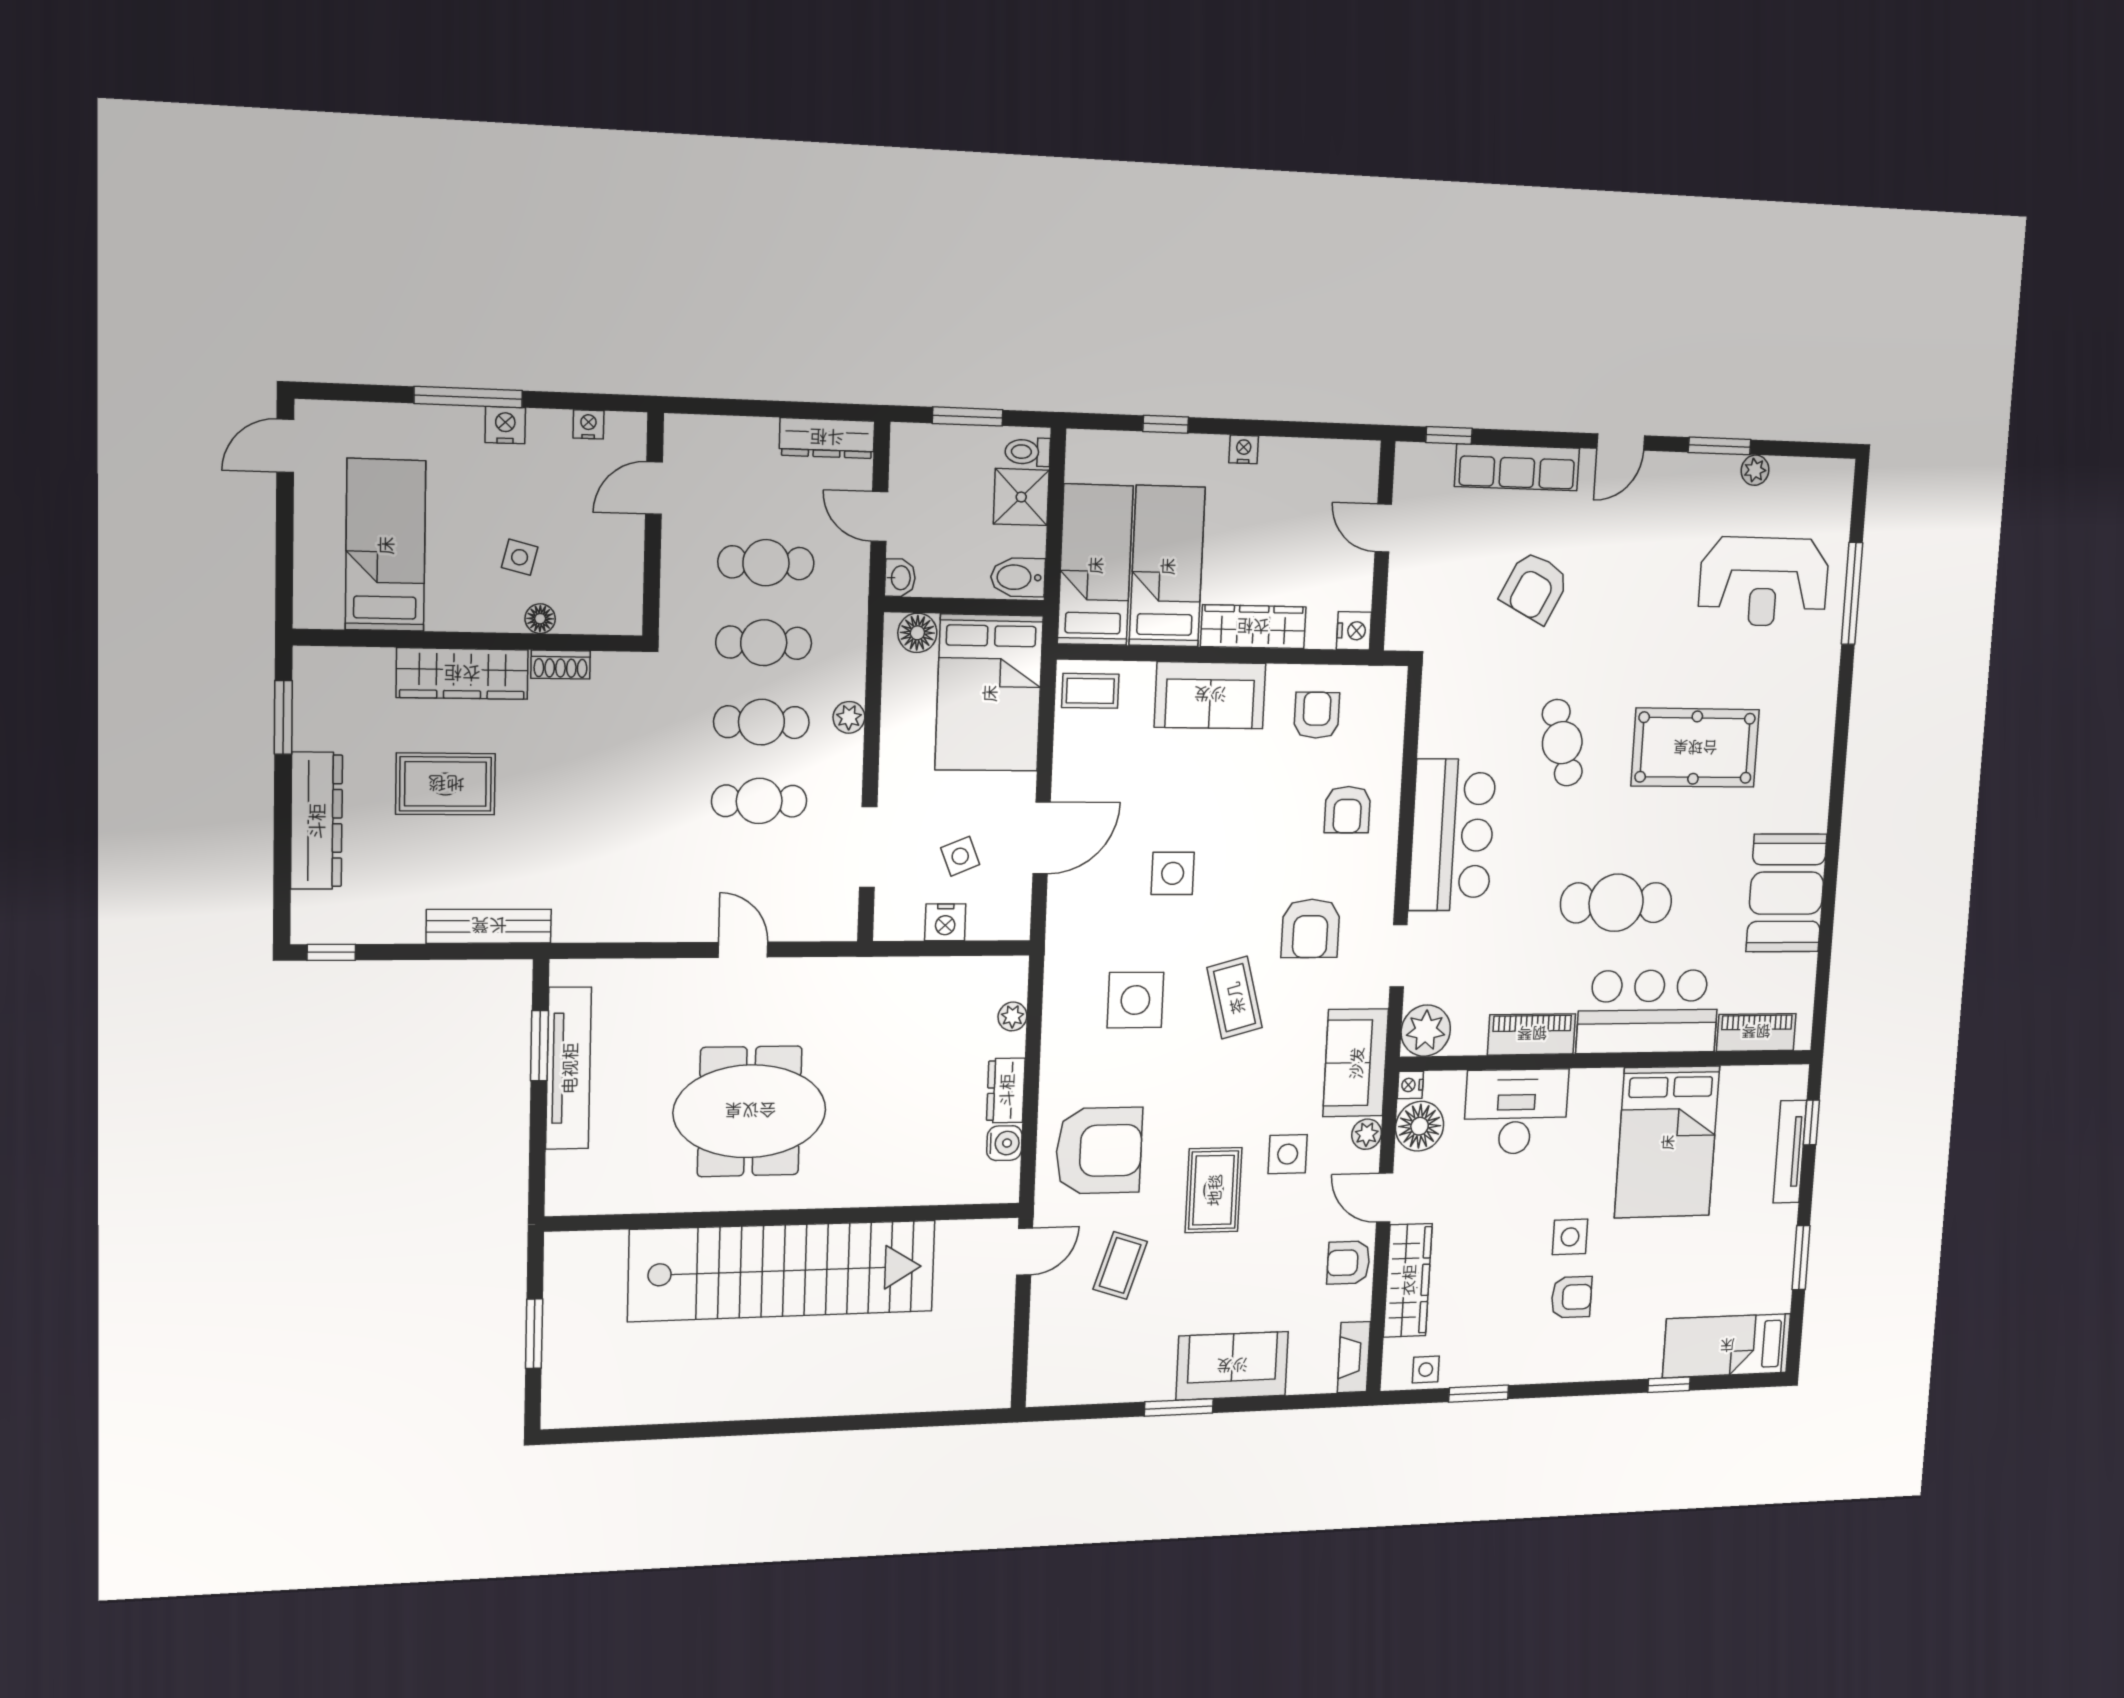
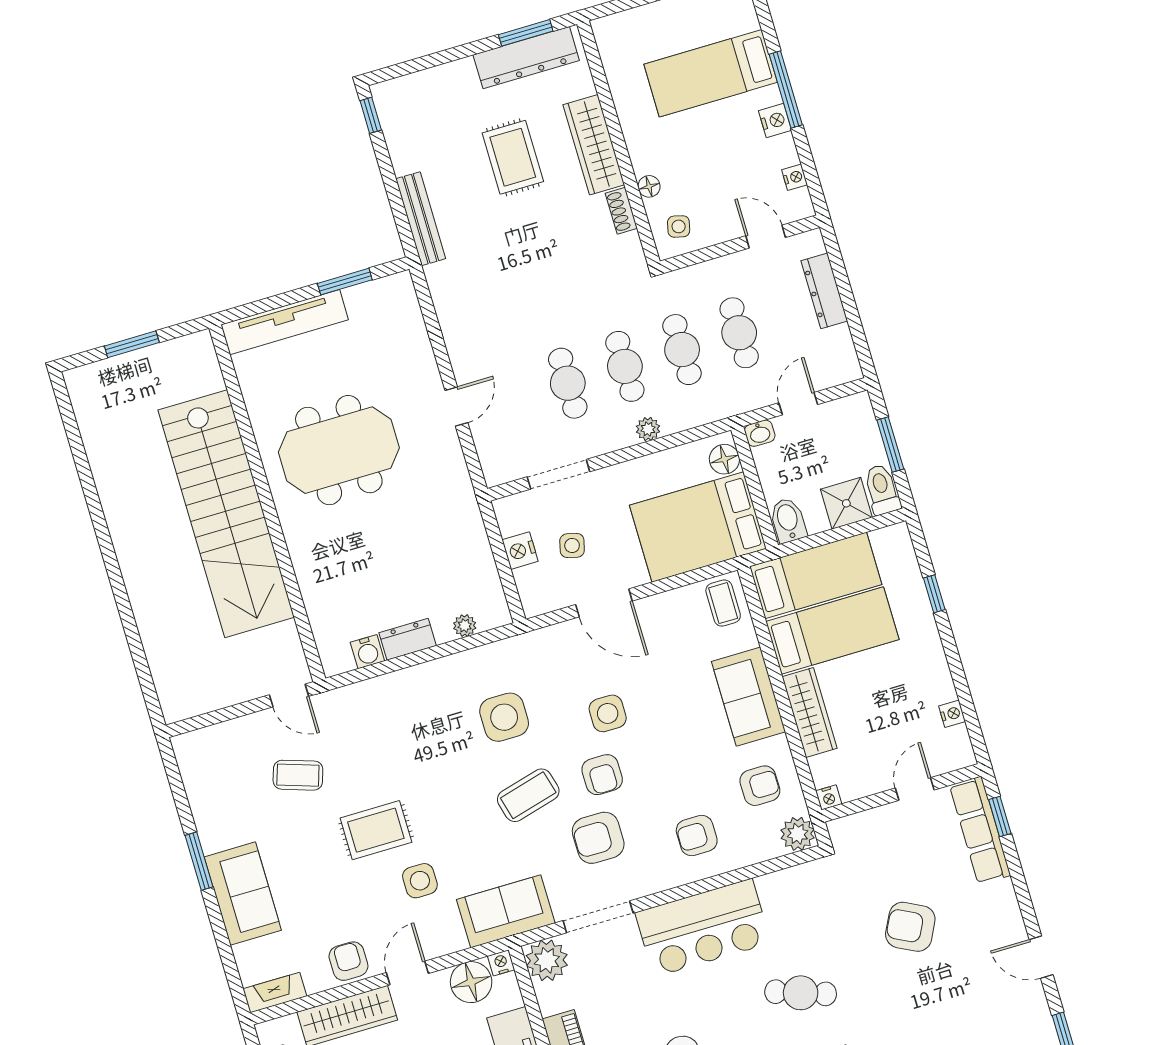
dresser: (827, 438) -> (824, 291), moved
nightstand: (1244, 449) -> (952, 714), moved
toilet: (1028, 452) -> (882, 490), width x1.37, depth x1.39
row of seats: (1517, 467) -> (980, 830), moved
bed: (385, 545) -> (711, 73), moved, turned 180
side table: (520, 557) -> (679, 226), moved
nightstand: (1354, 631) -> (829, 797), width x0.72, depth x0.74
cafe table: (1562, 743) -> (801, 993), turned 35
dresser: (316, 821) -> (526, 58), moved
side table: (960, 856) -> (572, 545), turned 36
doorway: (1399, 956) -> (598, 917), width x1.38
tv unit: (569, 1068) -> (285, 322), moved
meeting table: (750, 1111) -> (339, 450), turned 90
plant: (1367, 1134) -> (798, 834), moved, width x1.38, depth x1.38
armchair: (1099, 1151) -> (602, 775), moved, width x0.53, depth x0.53

